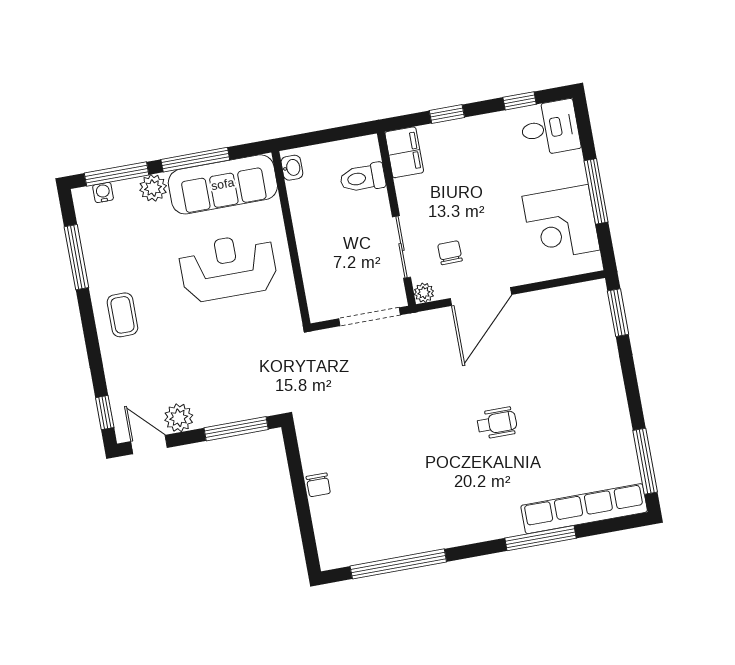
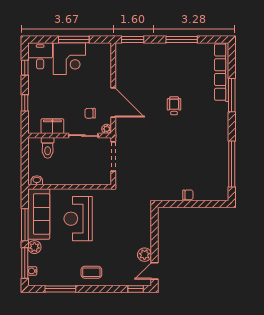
filing cabinet: (404, 152) -> (52, 126), moved
corner desk: (561, 223) -> (69, 59), moved
window: (236, 429) -> (154, 229), removed
window: (645, 461) -> (182, 39), moved

